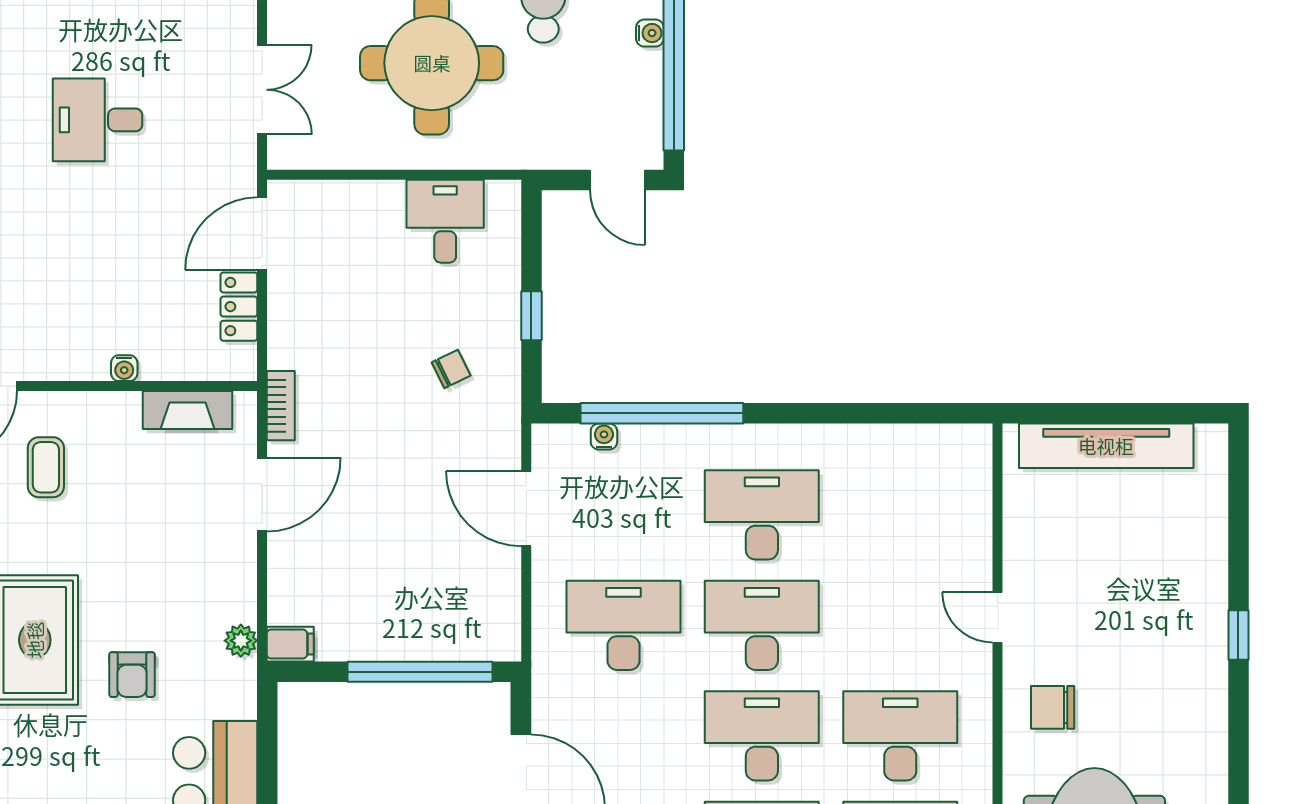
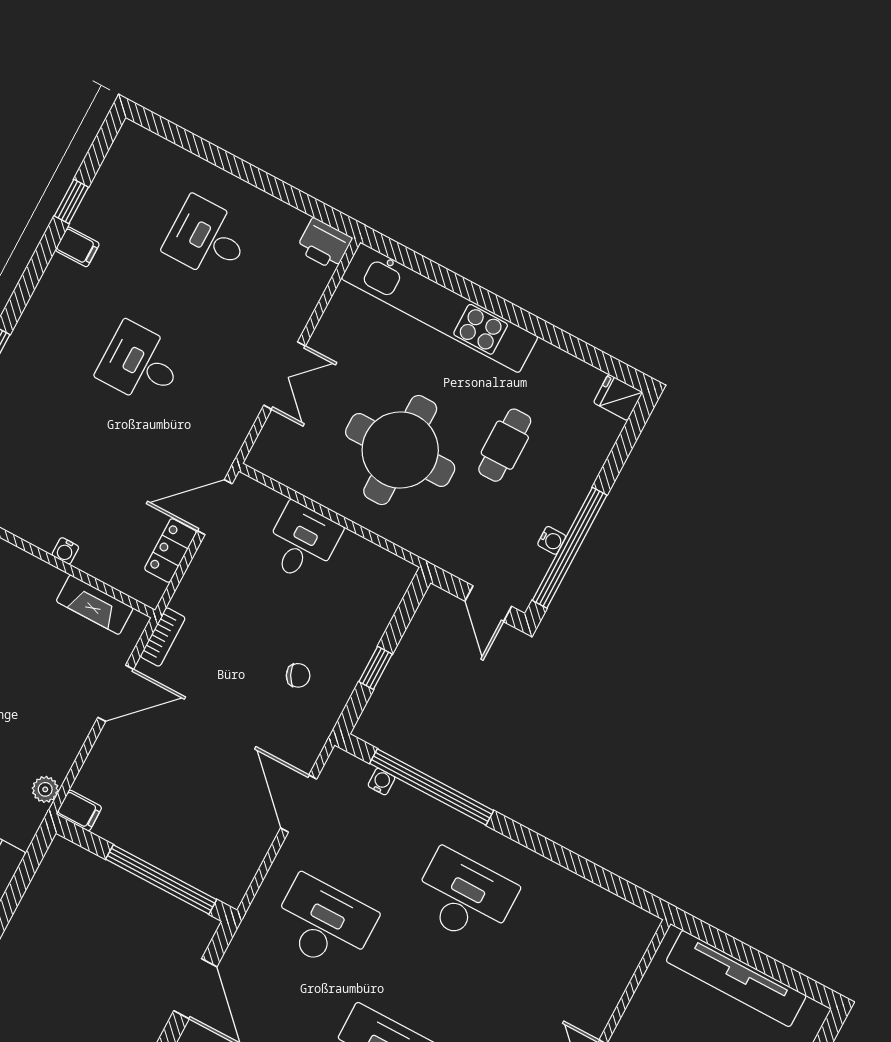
water cooler: (650, 33) -> (552, 540), moved
double door: (262, 90) -> (285, 376), moved
desk: (445, 221) -> (302, 542), moved
desk: (762, 625) -> (422, 976), removed

